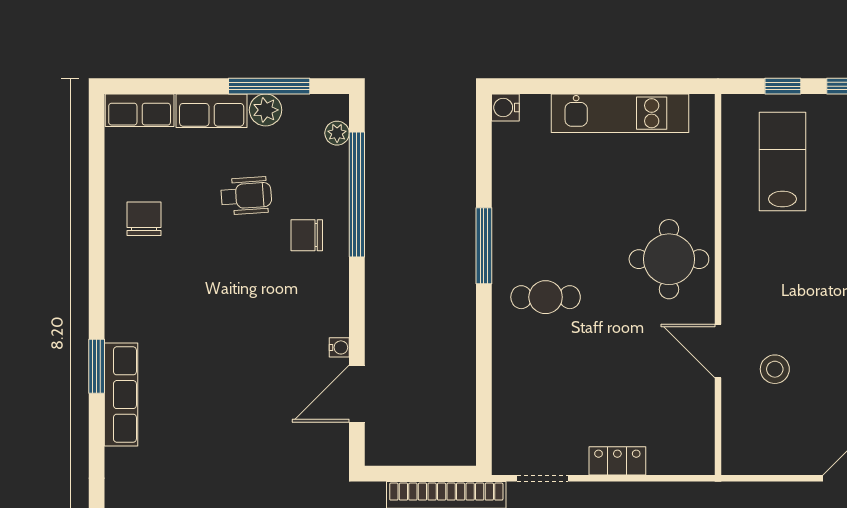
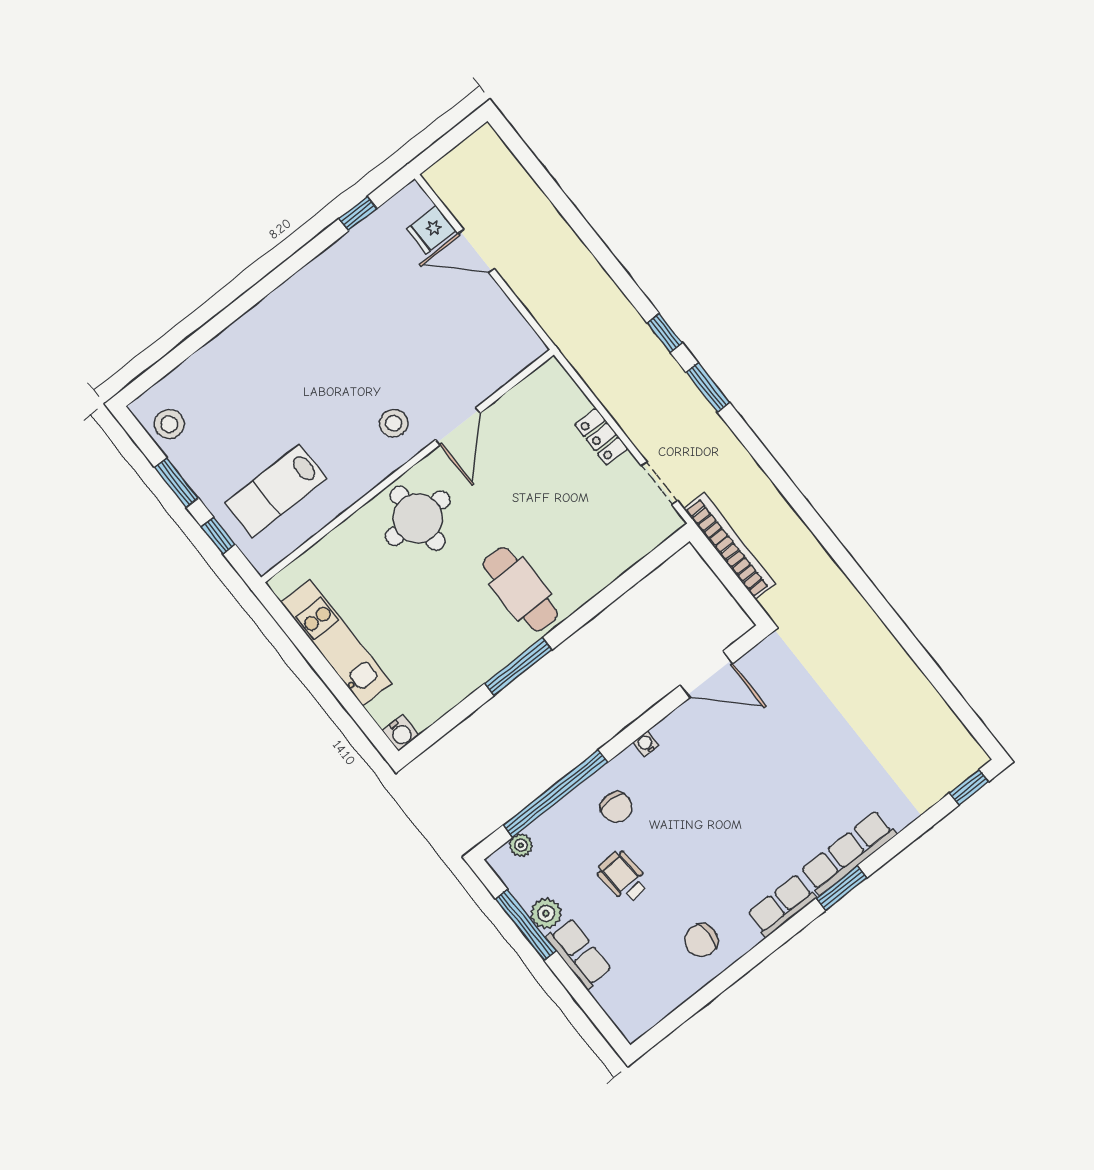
row of seats: (140, 110) -> (782, 906), moved, turned -90
cafe table: (546, 297) -> (520, 589), width x1.37, depth x1.35
water cooler: (339, 347) -> (646, 744), moved
stool: (775, 369) -> (394, 423), moved

